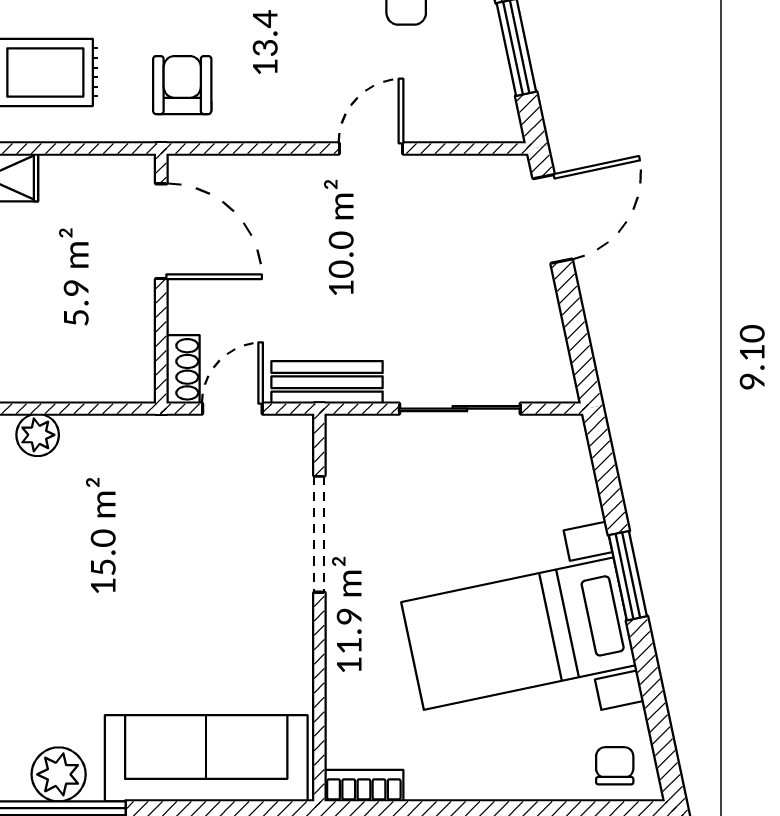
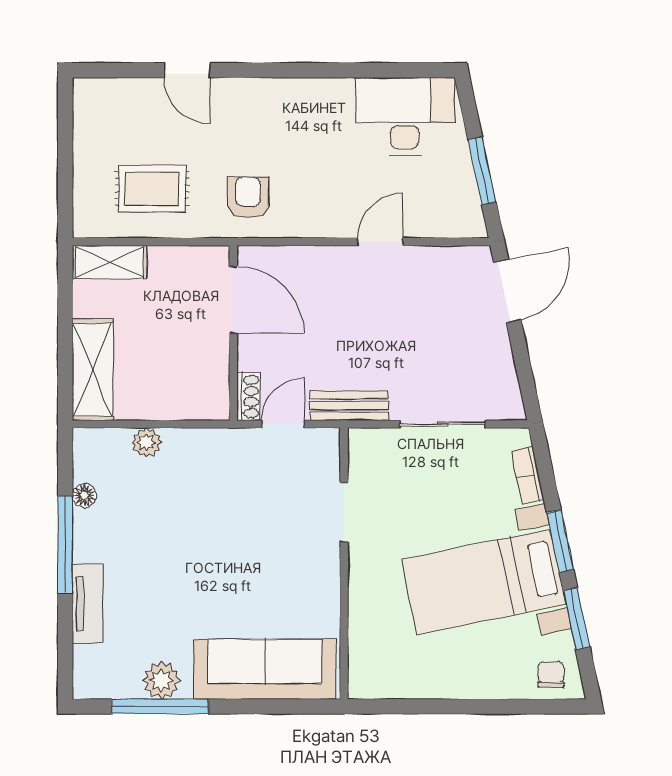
doorway: (319, 534) -> (344, 512), width x0.73
window: (651, 686) -> (577, 619), added
bookcase: (364, 786) -> (528, 476), moved, turned -102

